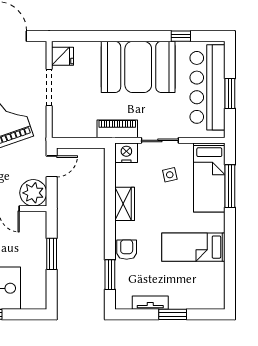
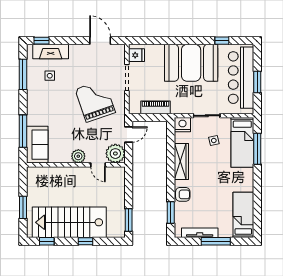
piano: (117, 129) -> (156, 107), moved
wardrobe: (125, 204) -> (181, 161), width x1.50
bed: (193, 247) -> (243, 215), moved, turned 90
armchair: (127, 250) -> (183, 194), turned 90
window: (52, 254) -> (129, 220), moved
tv unit: (150, 303) -> (200, 233), width x1.41
window: (173, 314) -> (216, 241), width x1.44

